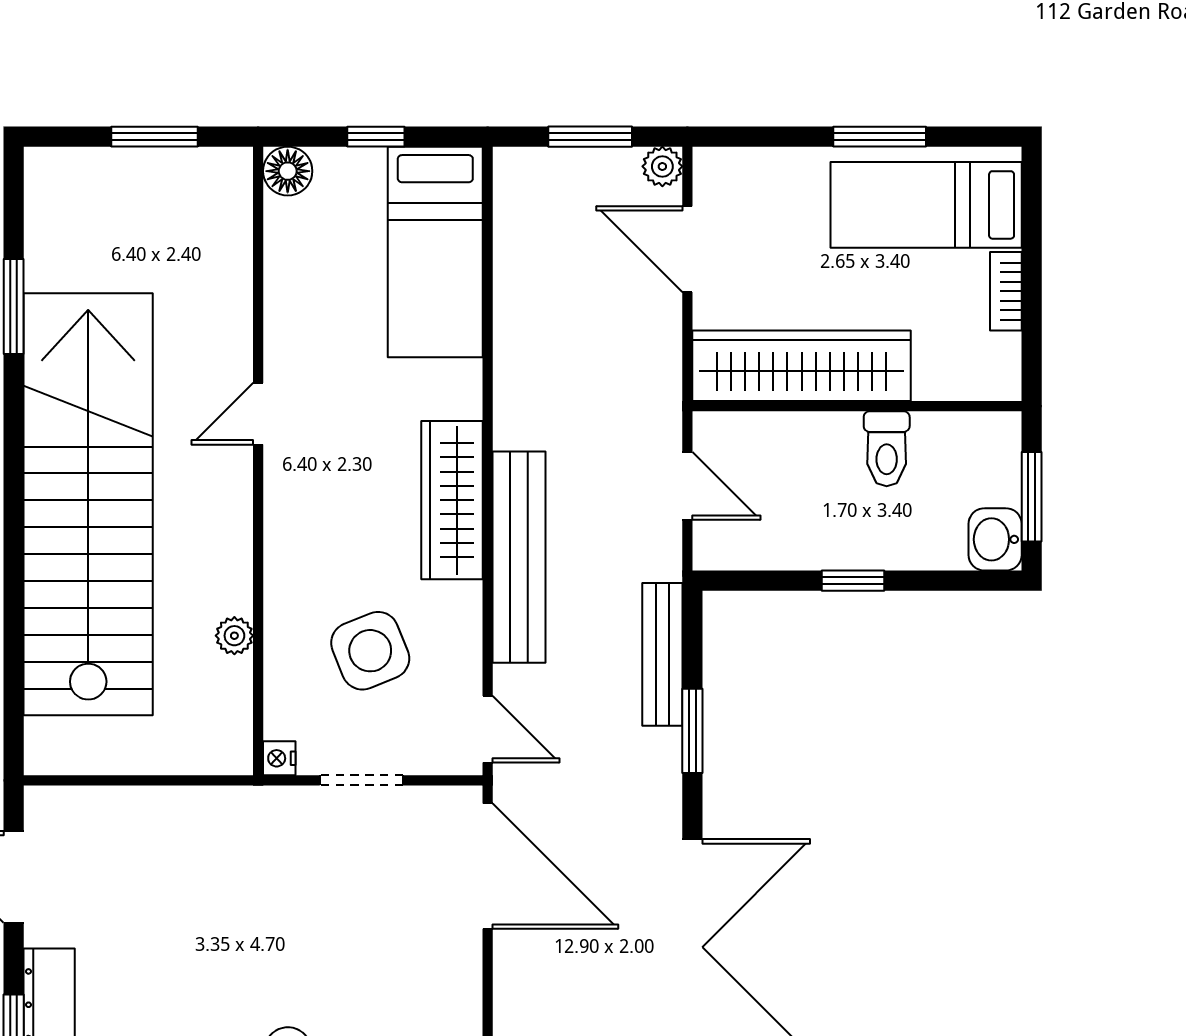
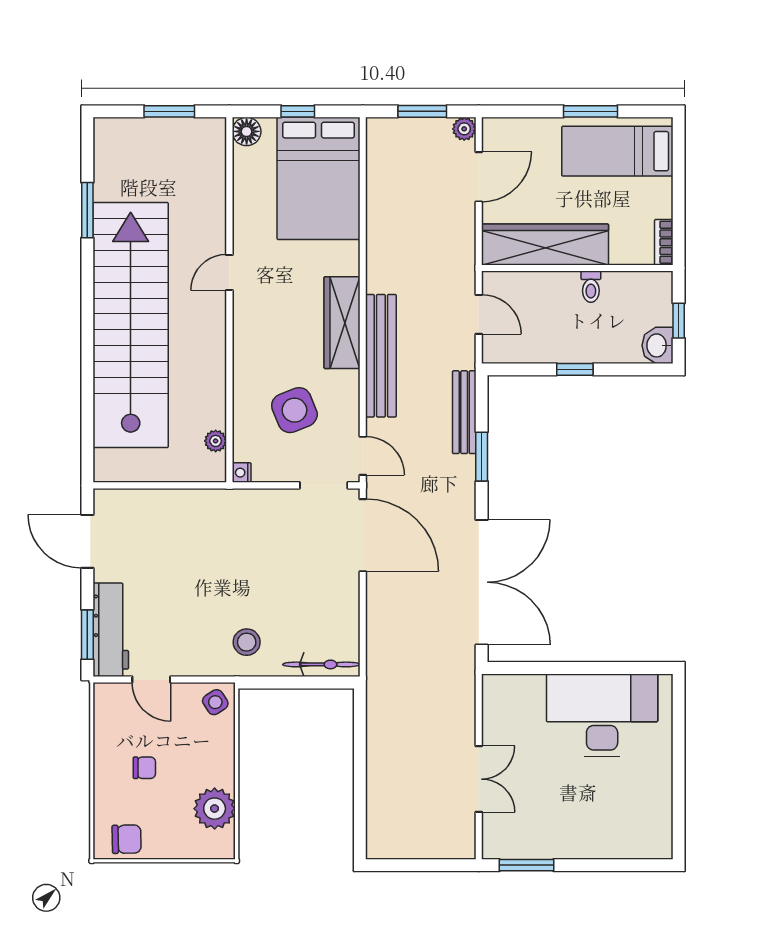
door: (687, 249) -> (479, 177), swing flipped
bed: (435, 252) -> (319, 178), width x1.50
bookcase: (1006, 291) -> (664, 242), moved
toilet: (887, 449) -> (591, 287), width x0.73, depth x0.72
window: (1032, 497) -> (679, 321), width x0.67
plant: (234, 636) -> (216, 441), moved
doorway: (361, 780) -> (324, 485), moved

